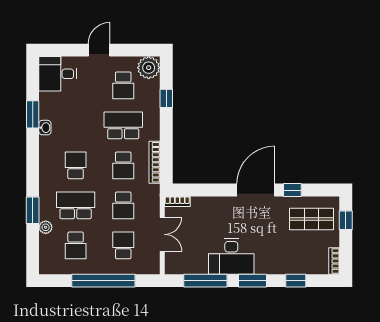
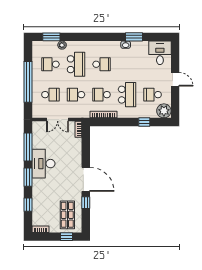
window: (33, 210) -> (51, 37), moved

